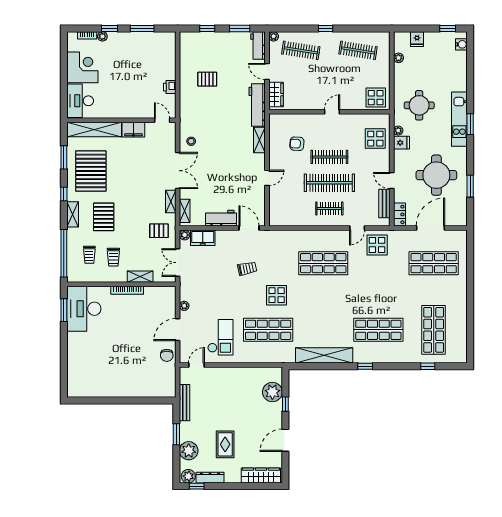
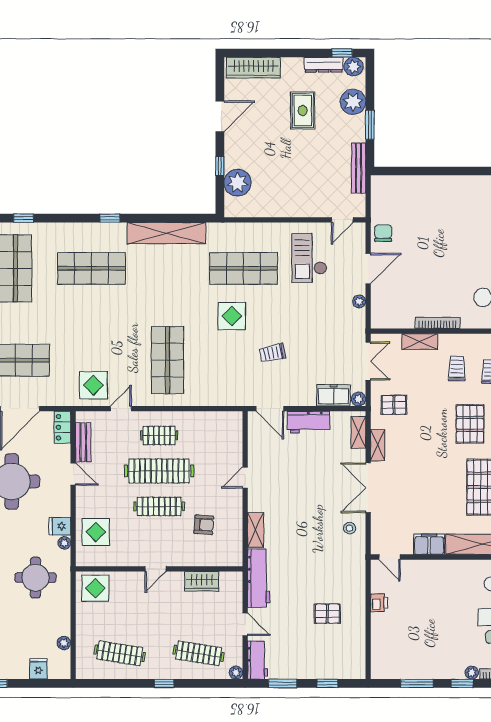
wardrobe: (276, 95) -> (202, 581), moved, turned -90
shop shelf: (323, 263) -> (168, 360), turned 90

